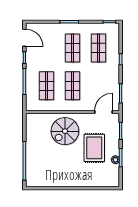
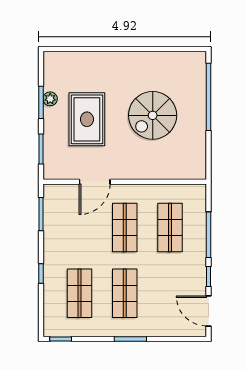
door: (104, 112) -> (95, 182), moved
spiral stairs: (65, 131) -> (153, 115), moved, turned 180

